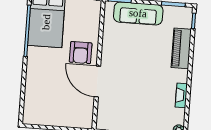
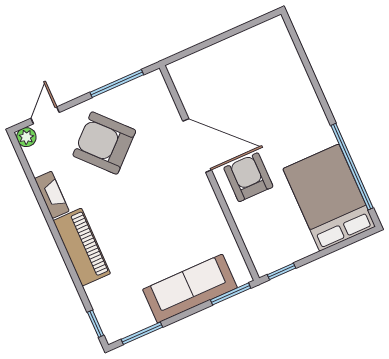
piano: (181, 48) -> (82, 247), moved
armchair: (142, 107) -> (104, 143), added

